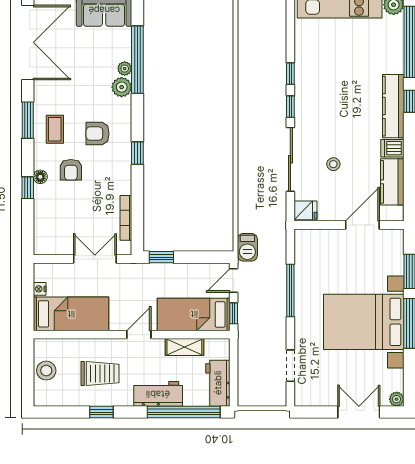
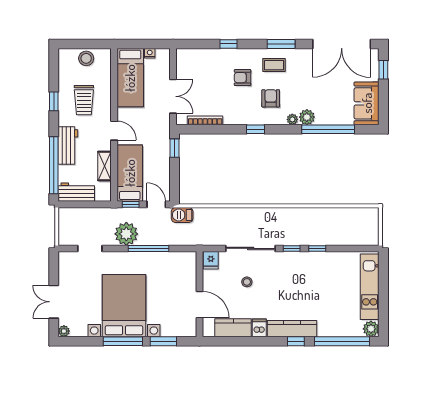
plant: (125, 69) -> (292, 119), moved
floor lamp: (40, 177) -> (237, 54), removed
plant: (272, 319) -> (126, 234), added
double door: (359, 412) -> (54, 302), swing flipped

